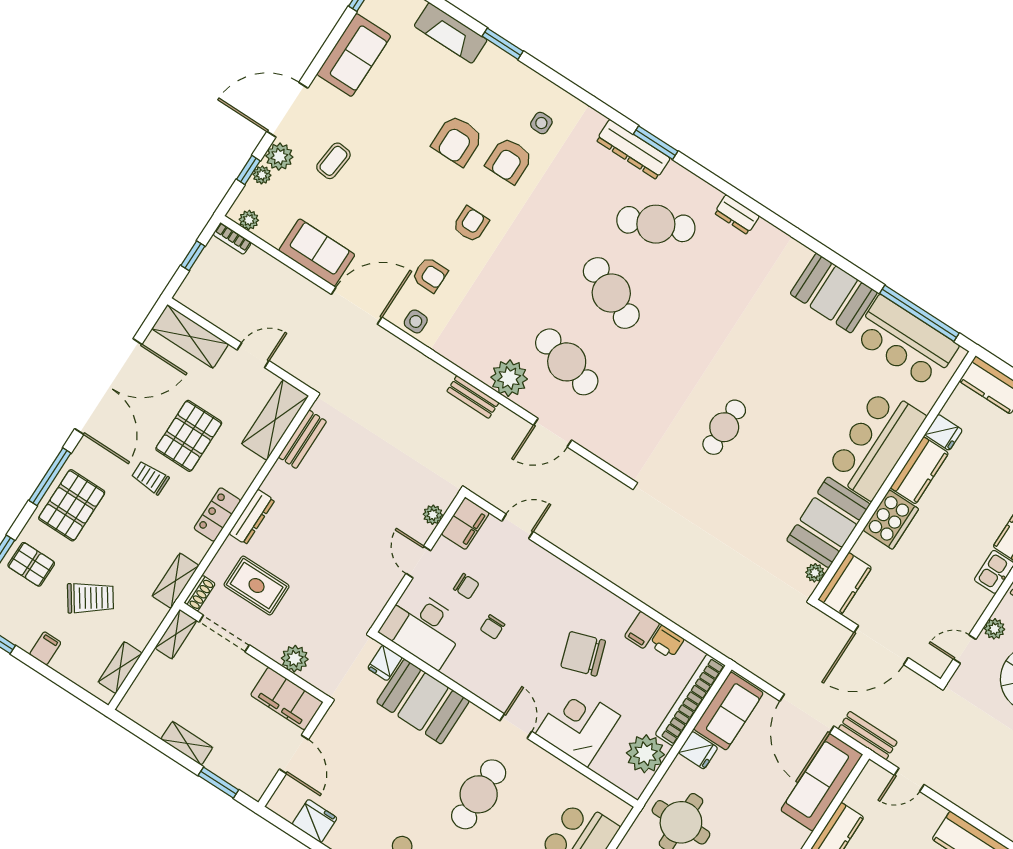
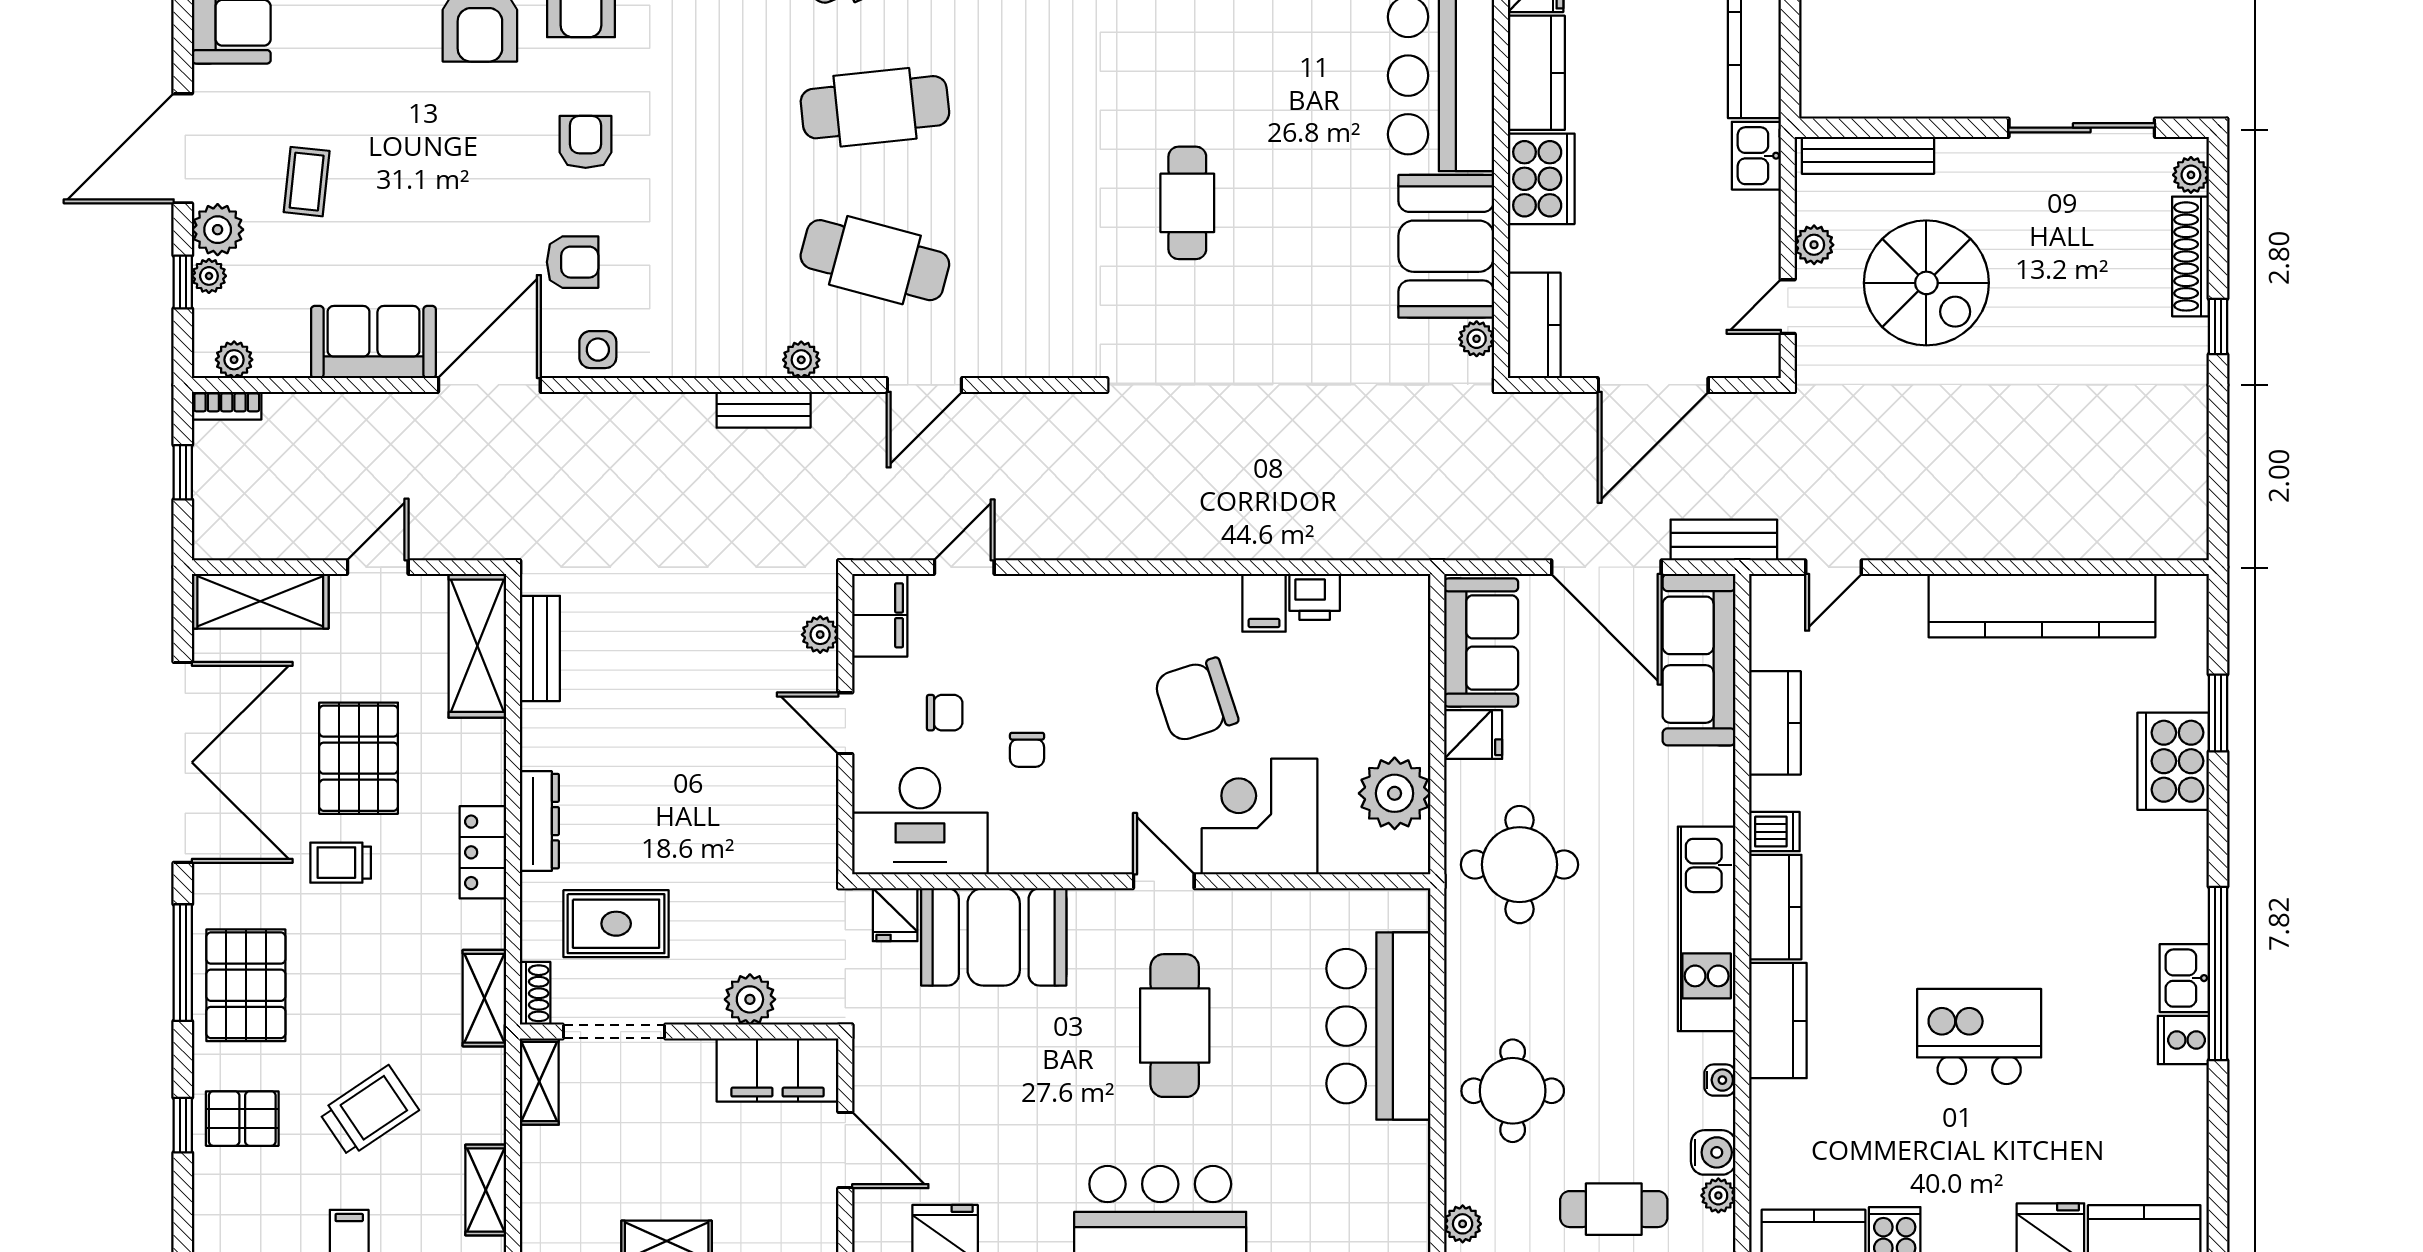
cafe table: (611, 293) -> (875, 107), turned -30
plant: (509, 378) -> (801, 360), width x0.53, depth x0.53
bookcase: (690, 700) -> (1410, 664), removed

